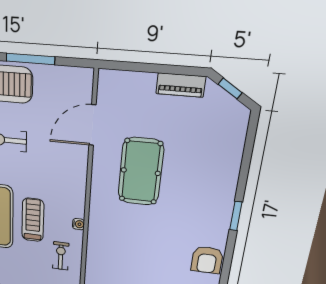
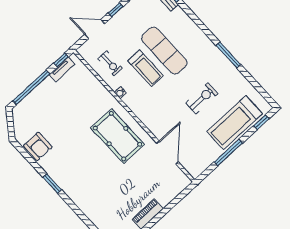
pool table: (141, 172) -> (117, 136), moved
armchair: (207, 260) -> (38, 146), turned 180

